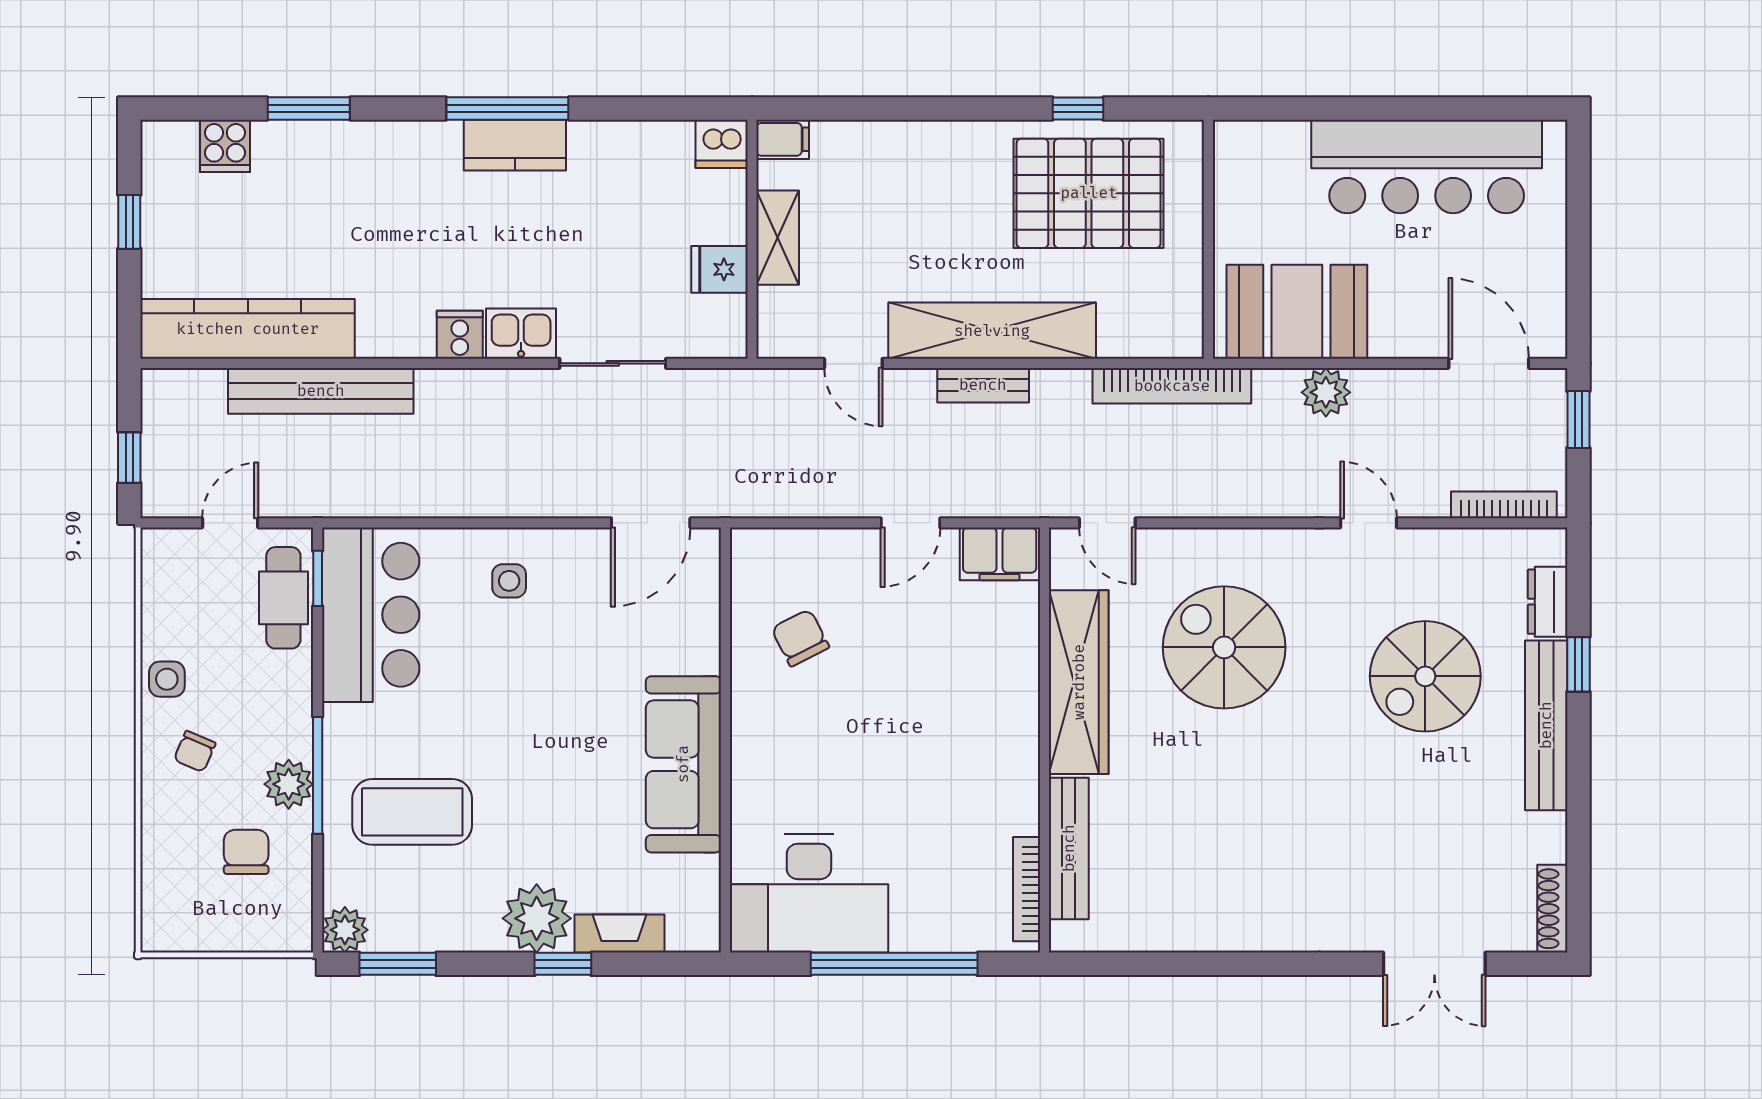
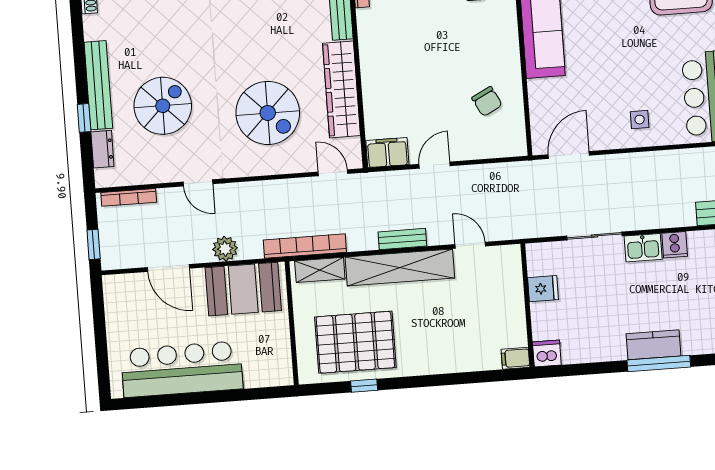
shelving: (778, 238) -> (320, 270), moved, turned 90
door: (1489, 363) -> (168, 268), moved

